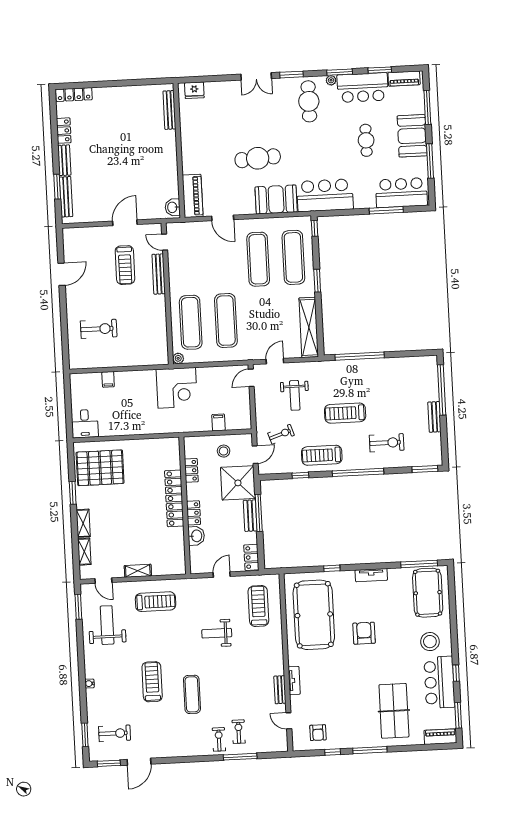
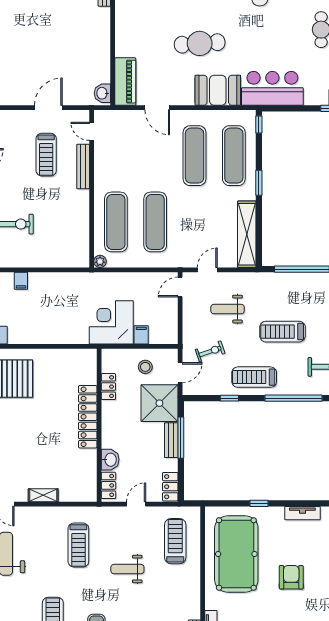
corner desk: (177, 388) -> (111, 322), moved, turned 180
weight bench: (295, 395) -> (228, 309), turned 90
locker: (194, 513) -> (108, 485), moved
treadmill: (156, 602) -> (78, 545), moved, turned 90

